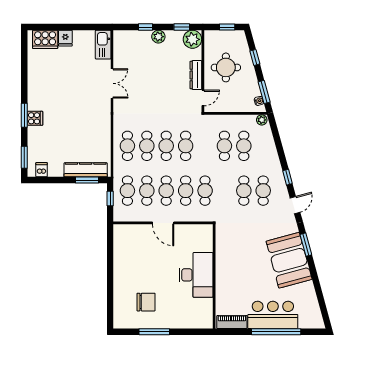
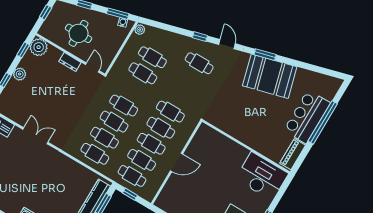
dresser: (196, 75) -> (70, 62), width x0.70
cafe table: (244, 191) -> (190, 79), removed
desk: (196, 275) -> (262, 176), moved

